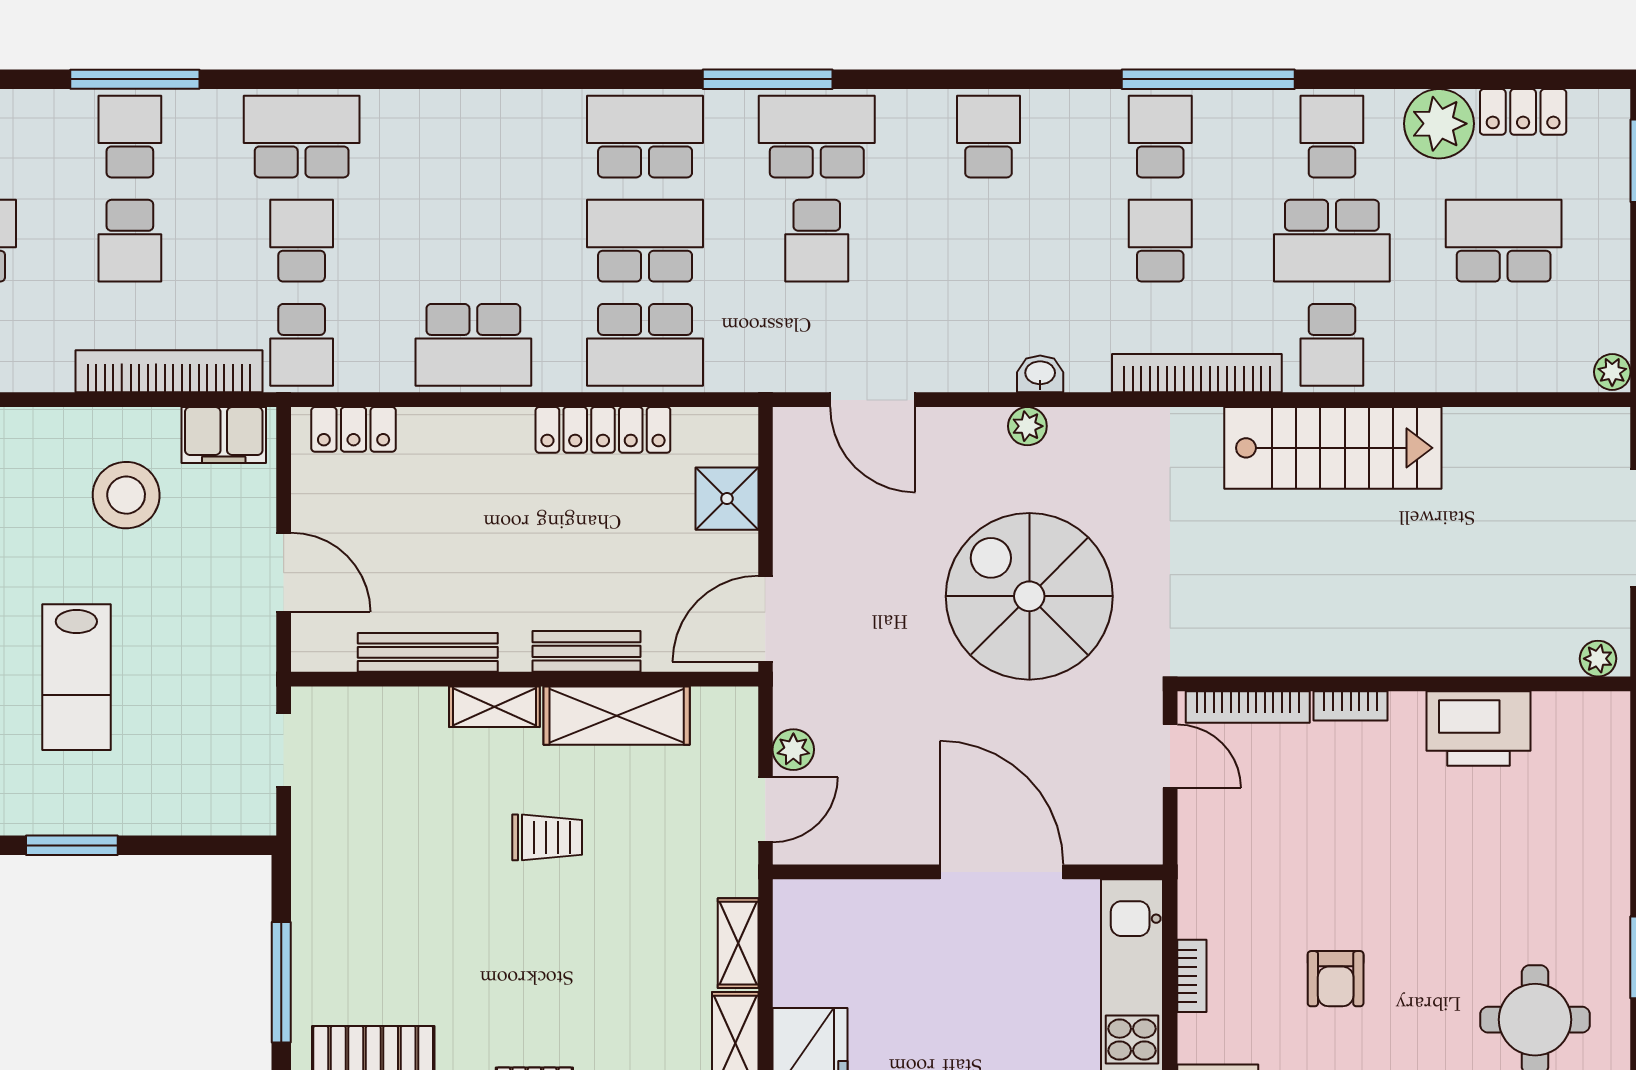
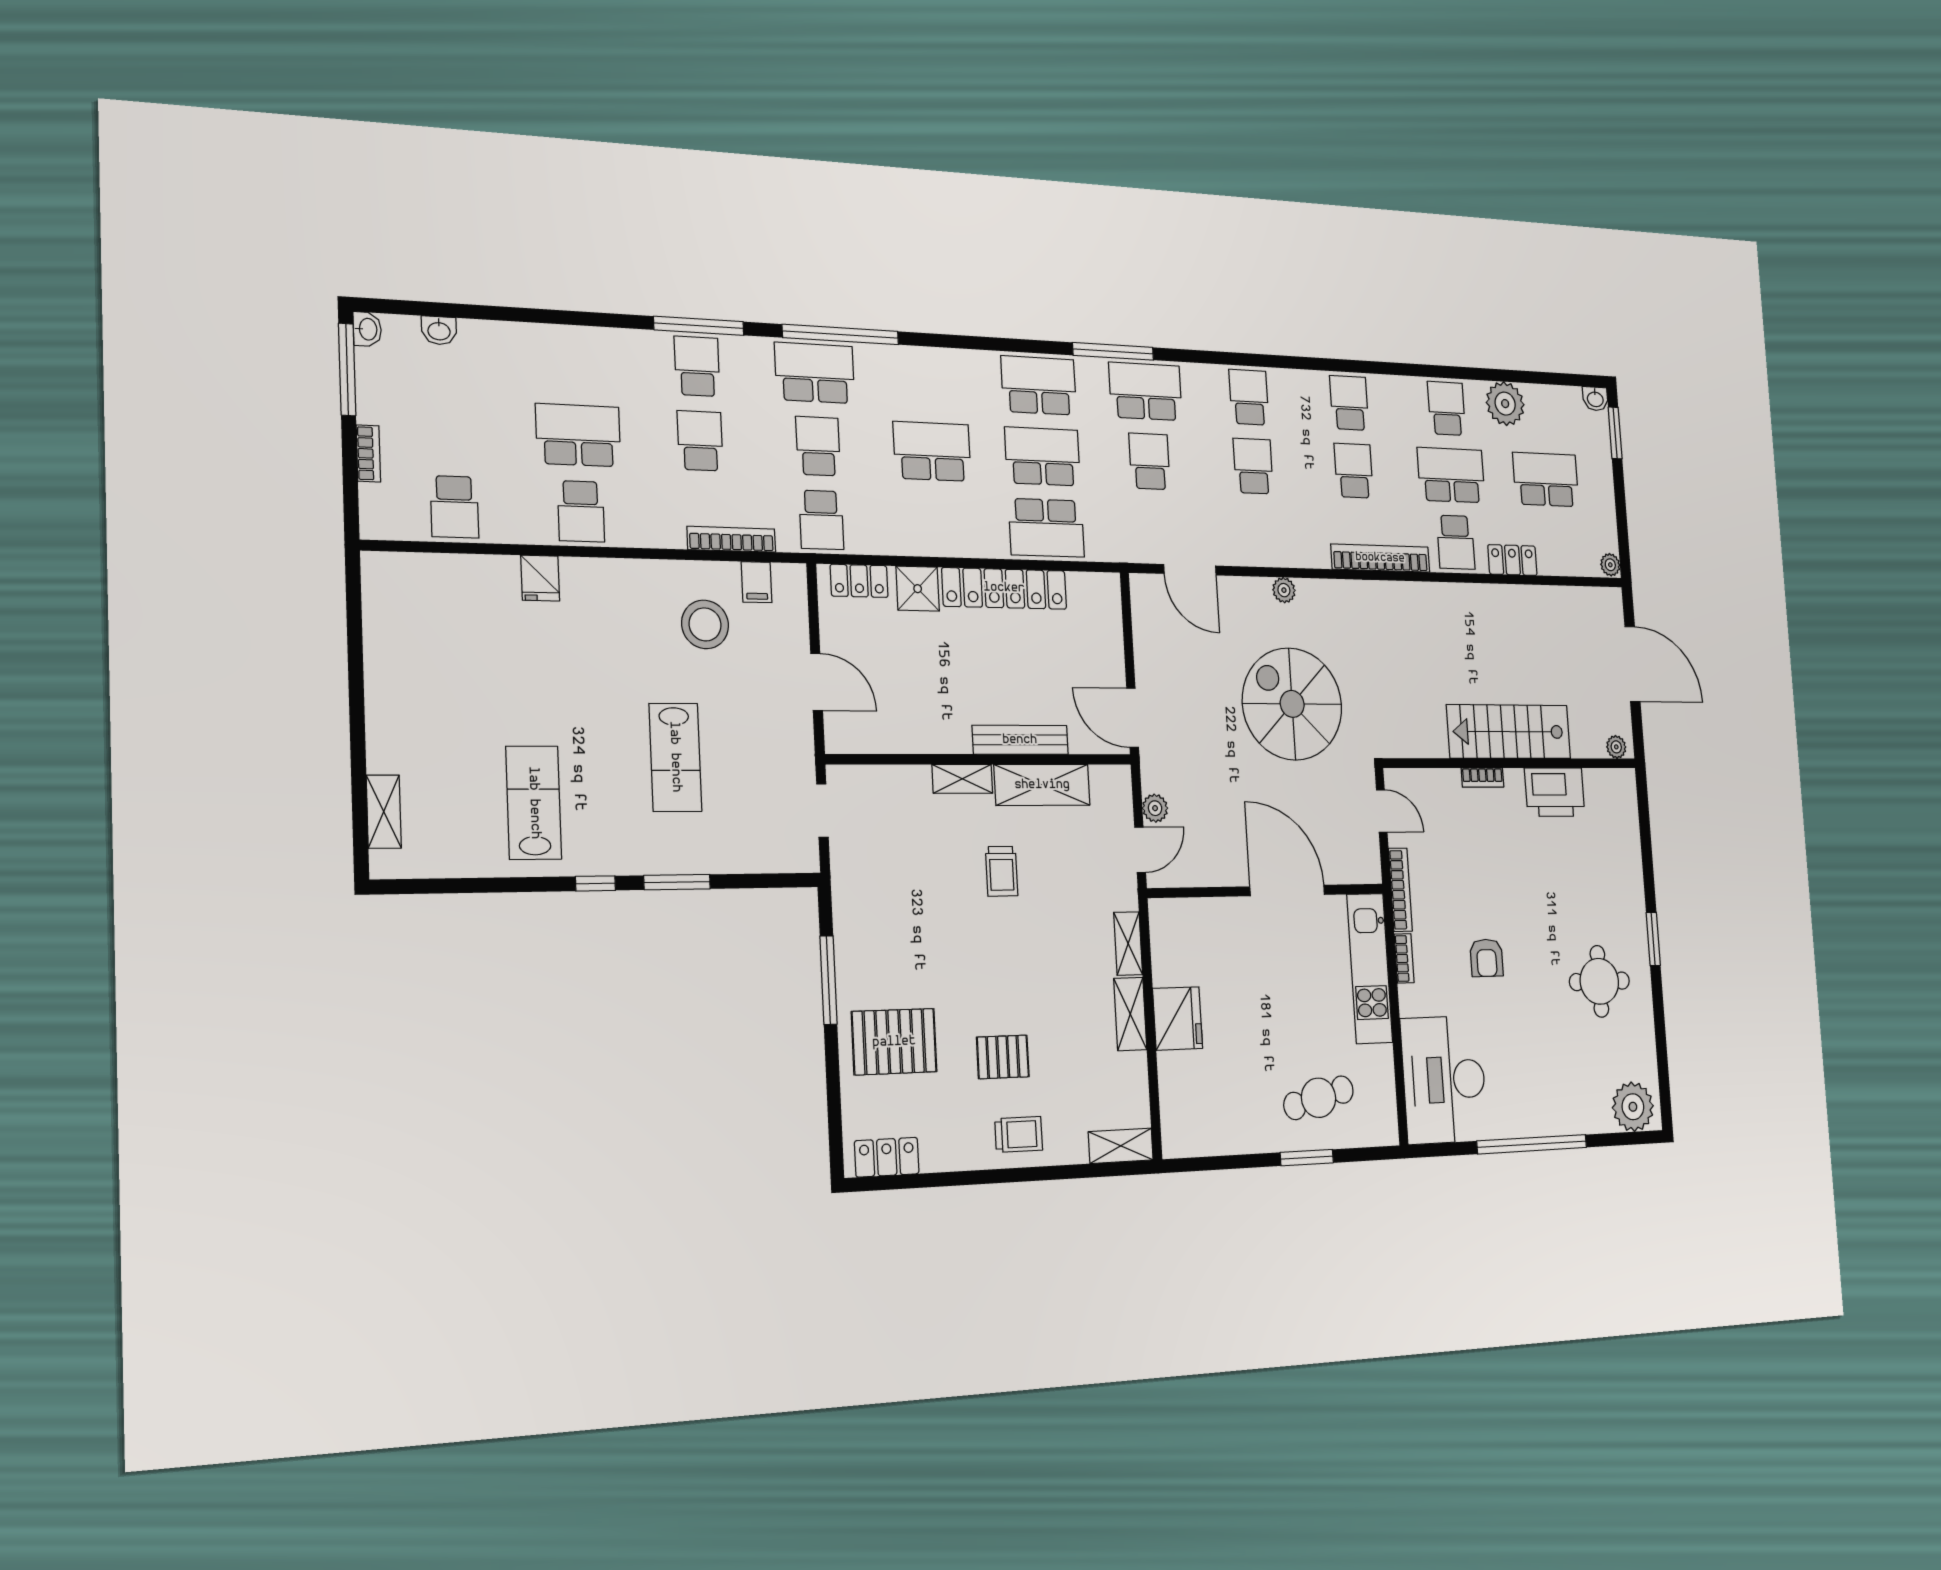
window: (1208, 79) -> (841, 334), moved
locker: (1523, 112) -> (1512, 560), moved, turned 180
school desk: (130, 241) -> (700, 441), turned 180
school desk: (817, 241) -> (1149, 461), turned 180
school desk: (988, 241) -> (1253, 466), added
school desk: (1332, 241) -> (1451, 475), turned 180
school desk: (473, 345) -> (932, 451), moved, turned 180
bookcase: (169, 371) -> (731, 539), width x0.68, depth x0.76
washbasin: (1040, 374) -> (1595, 399), moved, turned 180
locker: (603, 430) -> (1004, 588), width x1.41, depth x1.21
filing cabinet: (224, 435) -> (757, 582), width x0.50
stairs: (1333, 448) -> (1509, 732), moved, turned 180
shower: (727, 499) -> (918, 589), moved
door: (765, 619) -> (1133, 718), hinge flipped
bench: (587, 651) -> (1020, 740), width x1.36
bench: (428, 652) -> (916, 740), removed
bookcase: (1248, 707) -> (1400, 890), moved, turned -90
trolley: (547, 837) -> (1002, 871), turned 90

